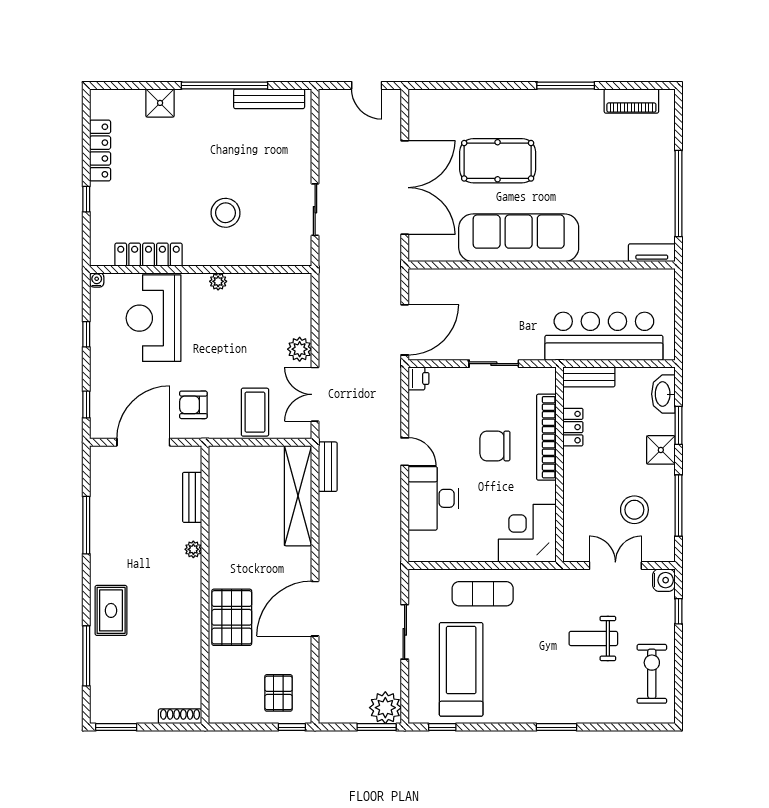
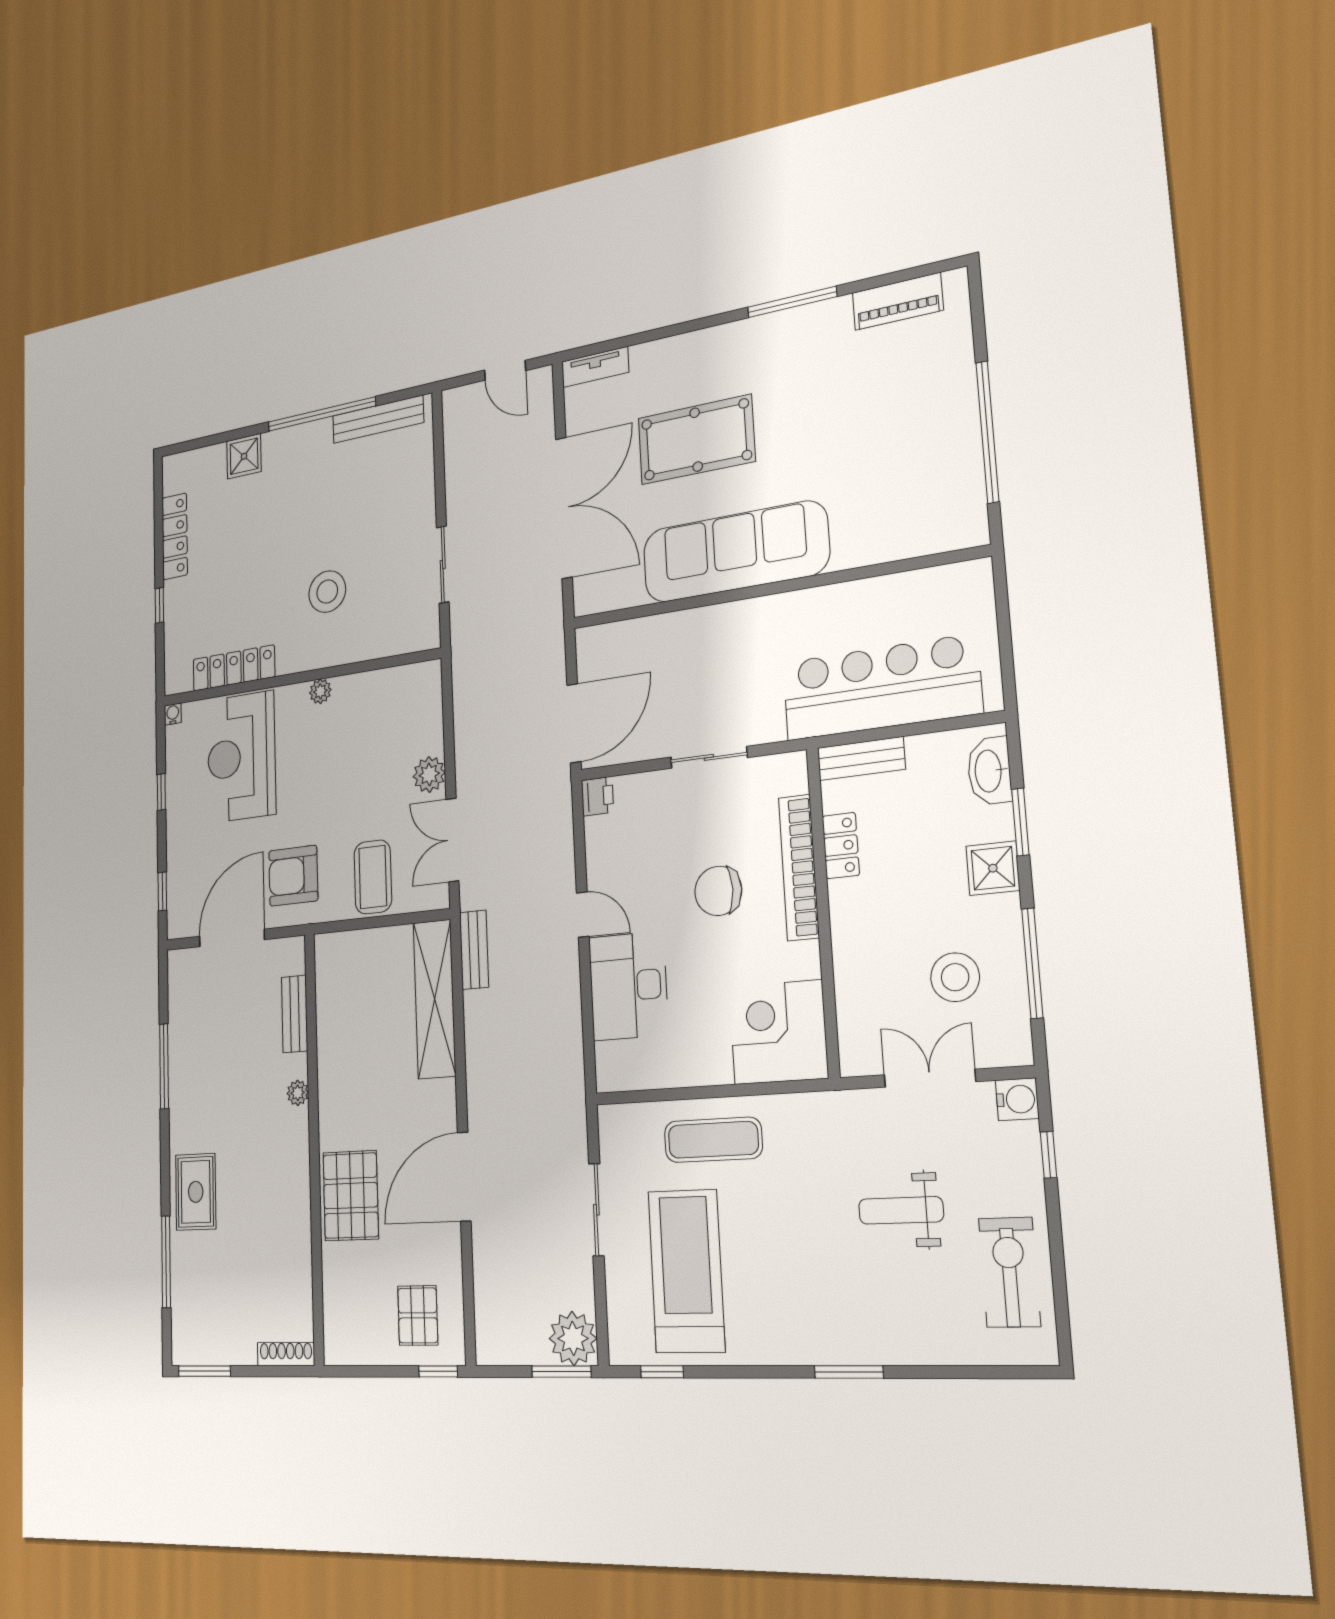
tv unit: (652, 253) -> (595, 367), moved, turned 180
armchair: (193, 405) -> (293, 876), width x1.38, depth x1.38

